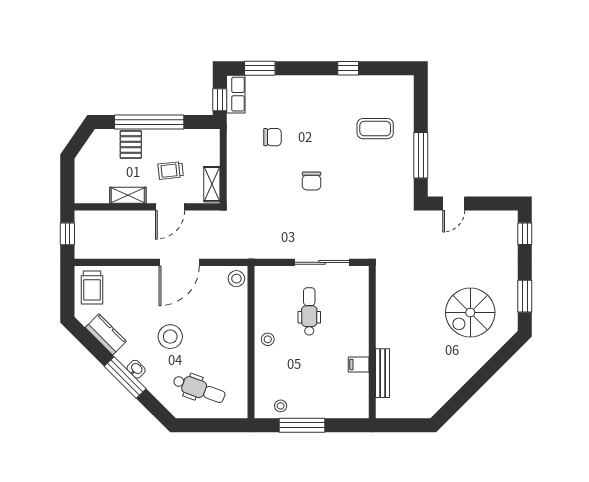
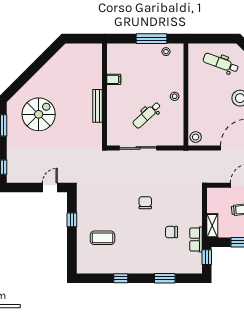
window: (260, 68) -> (165, 278), moved
row of seats: (236, 94) -> (196, 239), moved
window: (421, 155) -> (72, 220), width x0.46
shelving: (212, 184) -> (212, 226), moved
dental chair: (309, 311) -> (147, 115), turned 47
bench: (383, 373) -> (97, 106), moved

